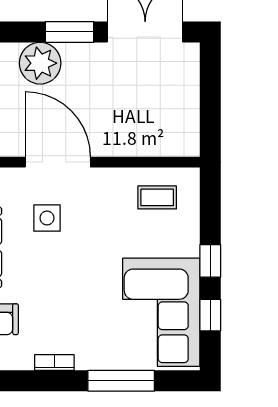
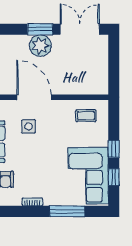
plant: (40, 63) -> (40, 46), moved

